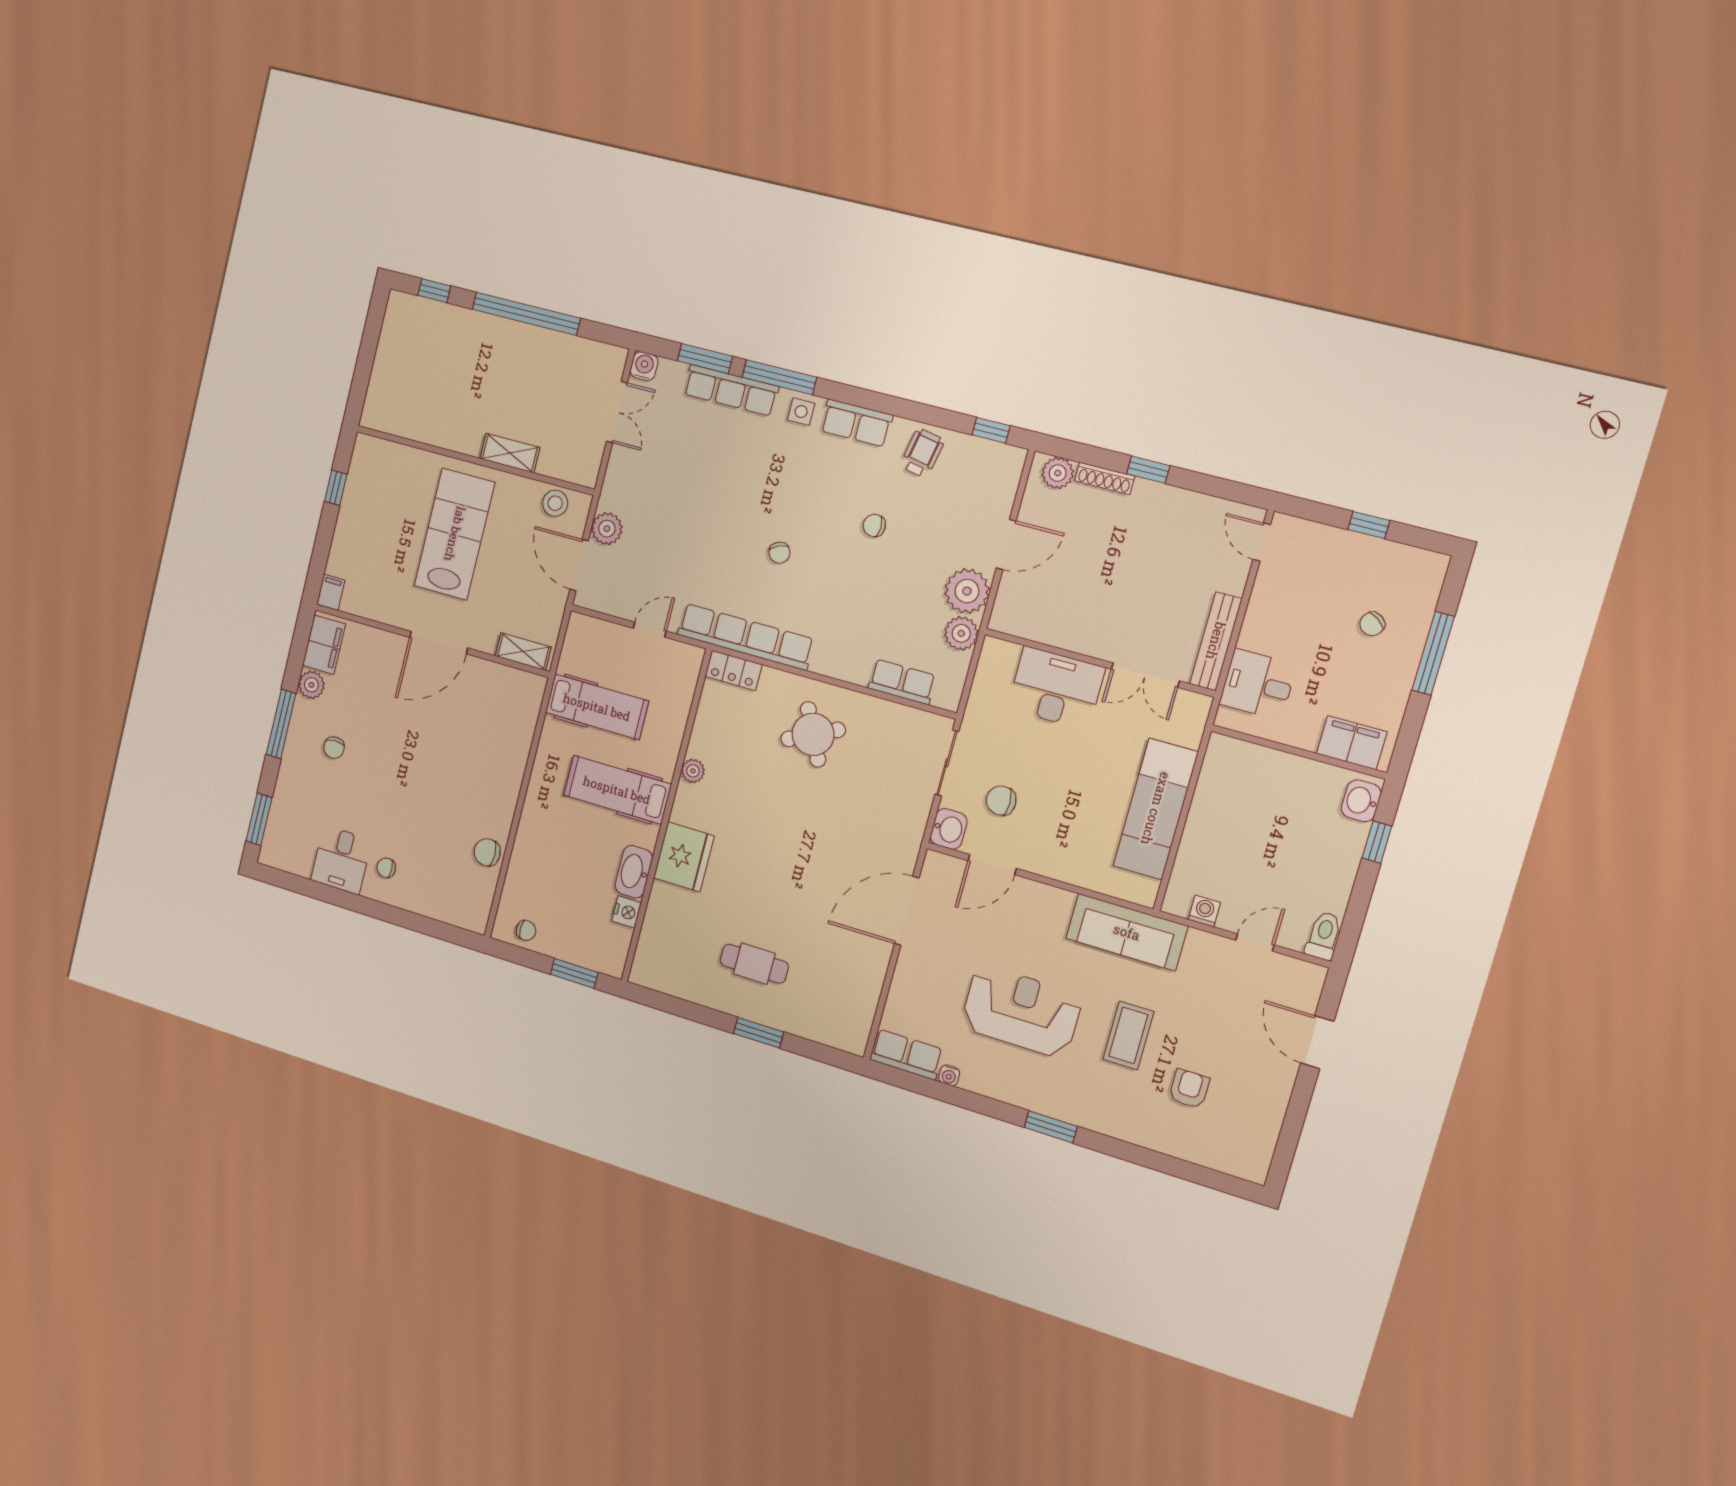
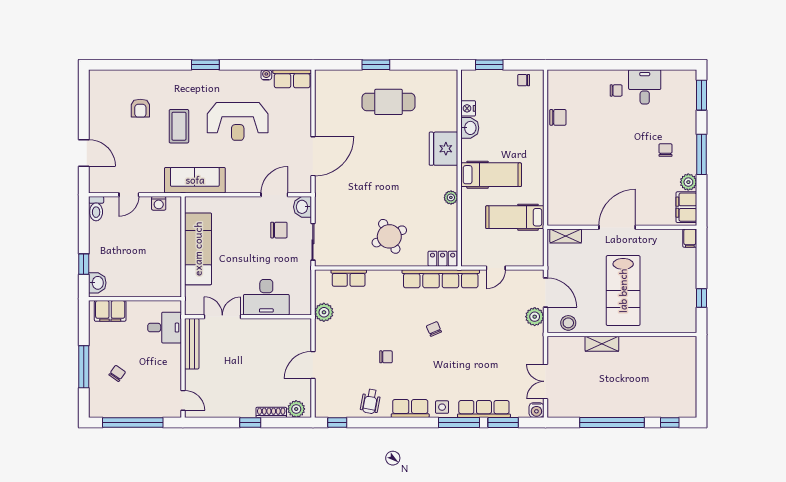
window: (1369, 525) -> (133, 422), width x3.17
plant: (967, 591) -> (327, 335), removed
washbasin: (634, 872) -> (470, 128), width x0.72
cafe table: (754, 964) -> (389, 102), width x1.37, depth x1.35

